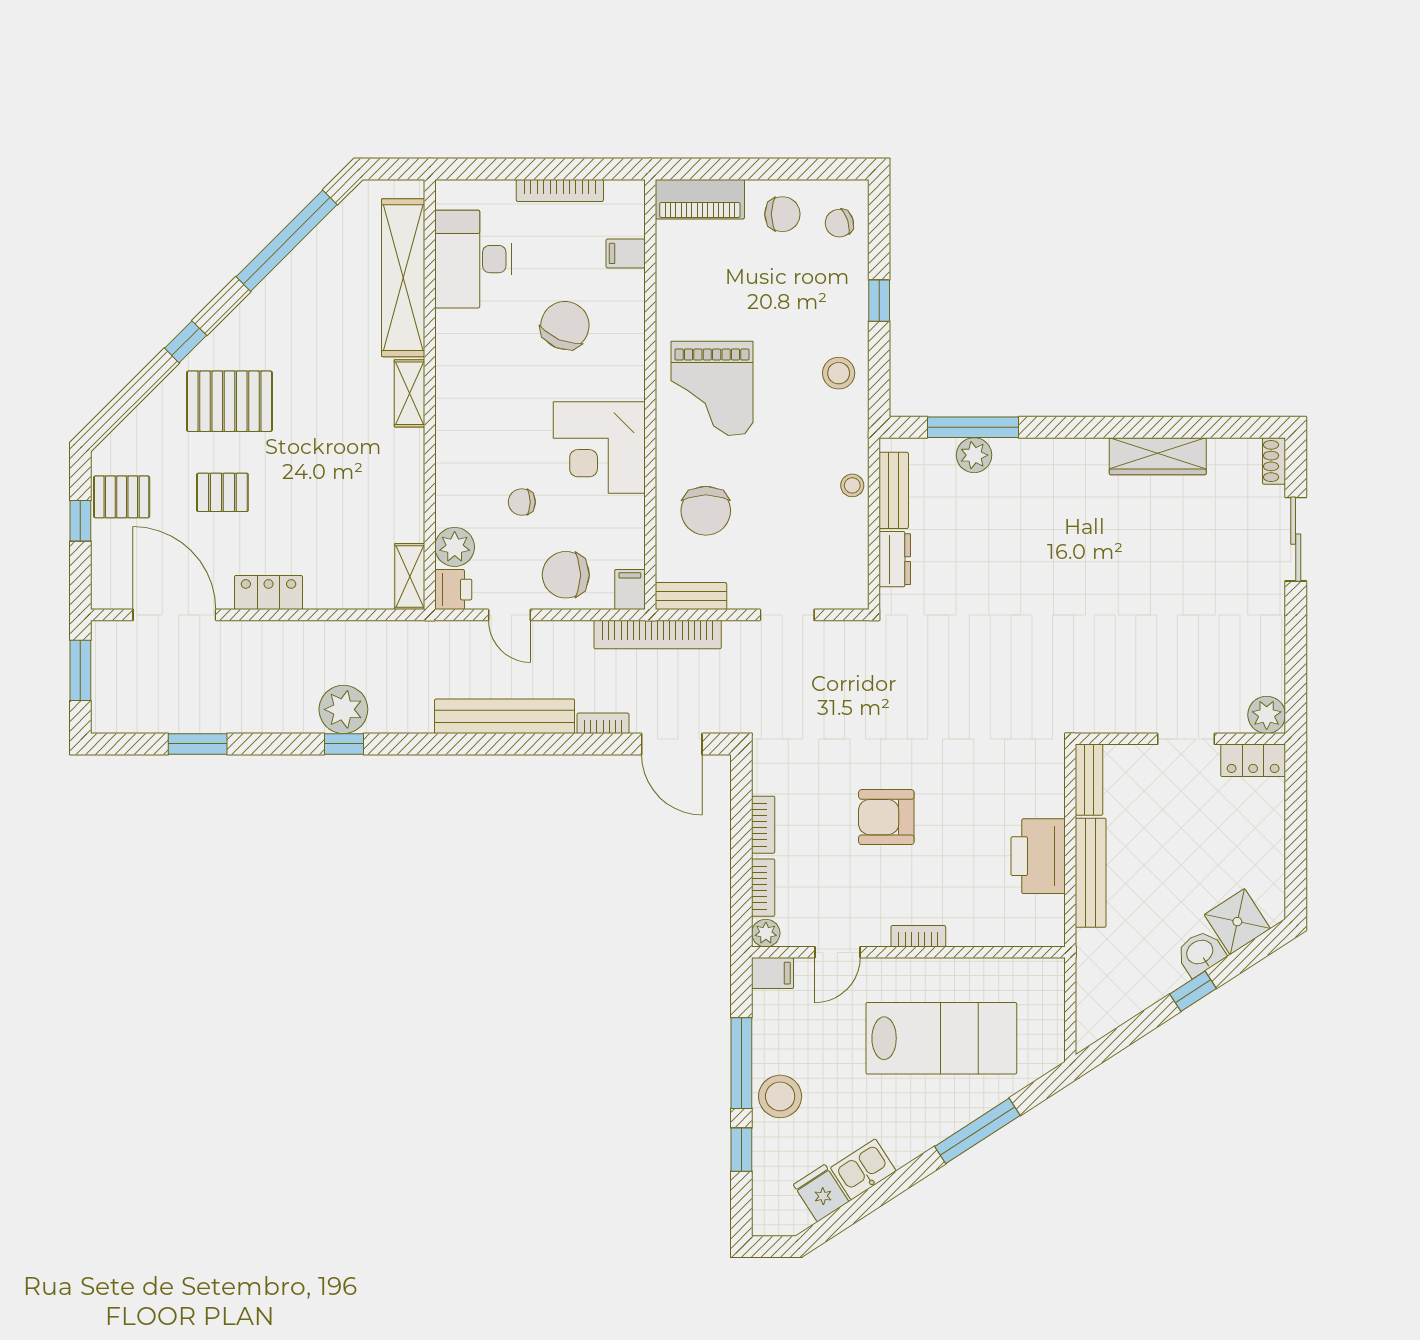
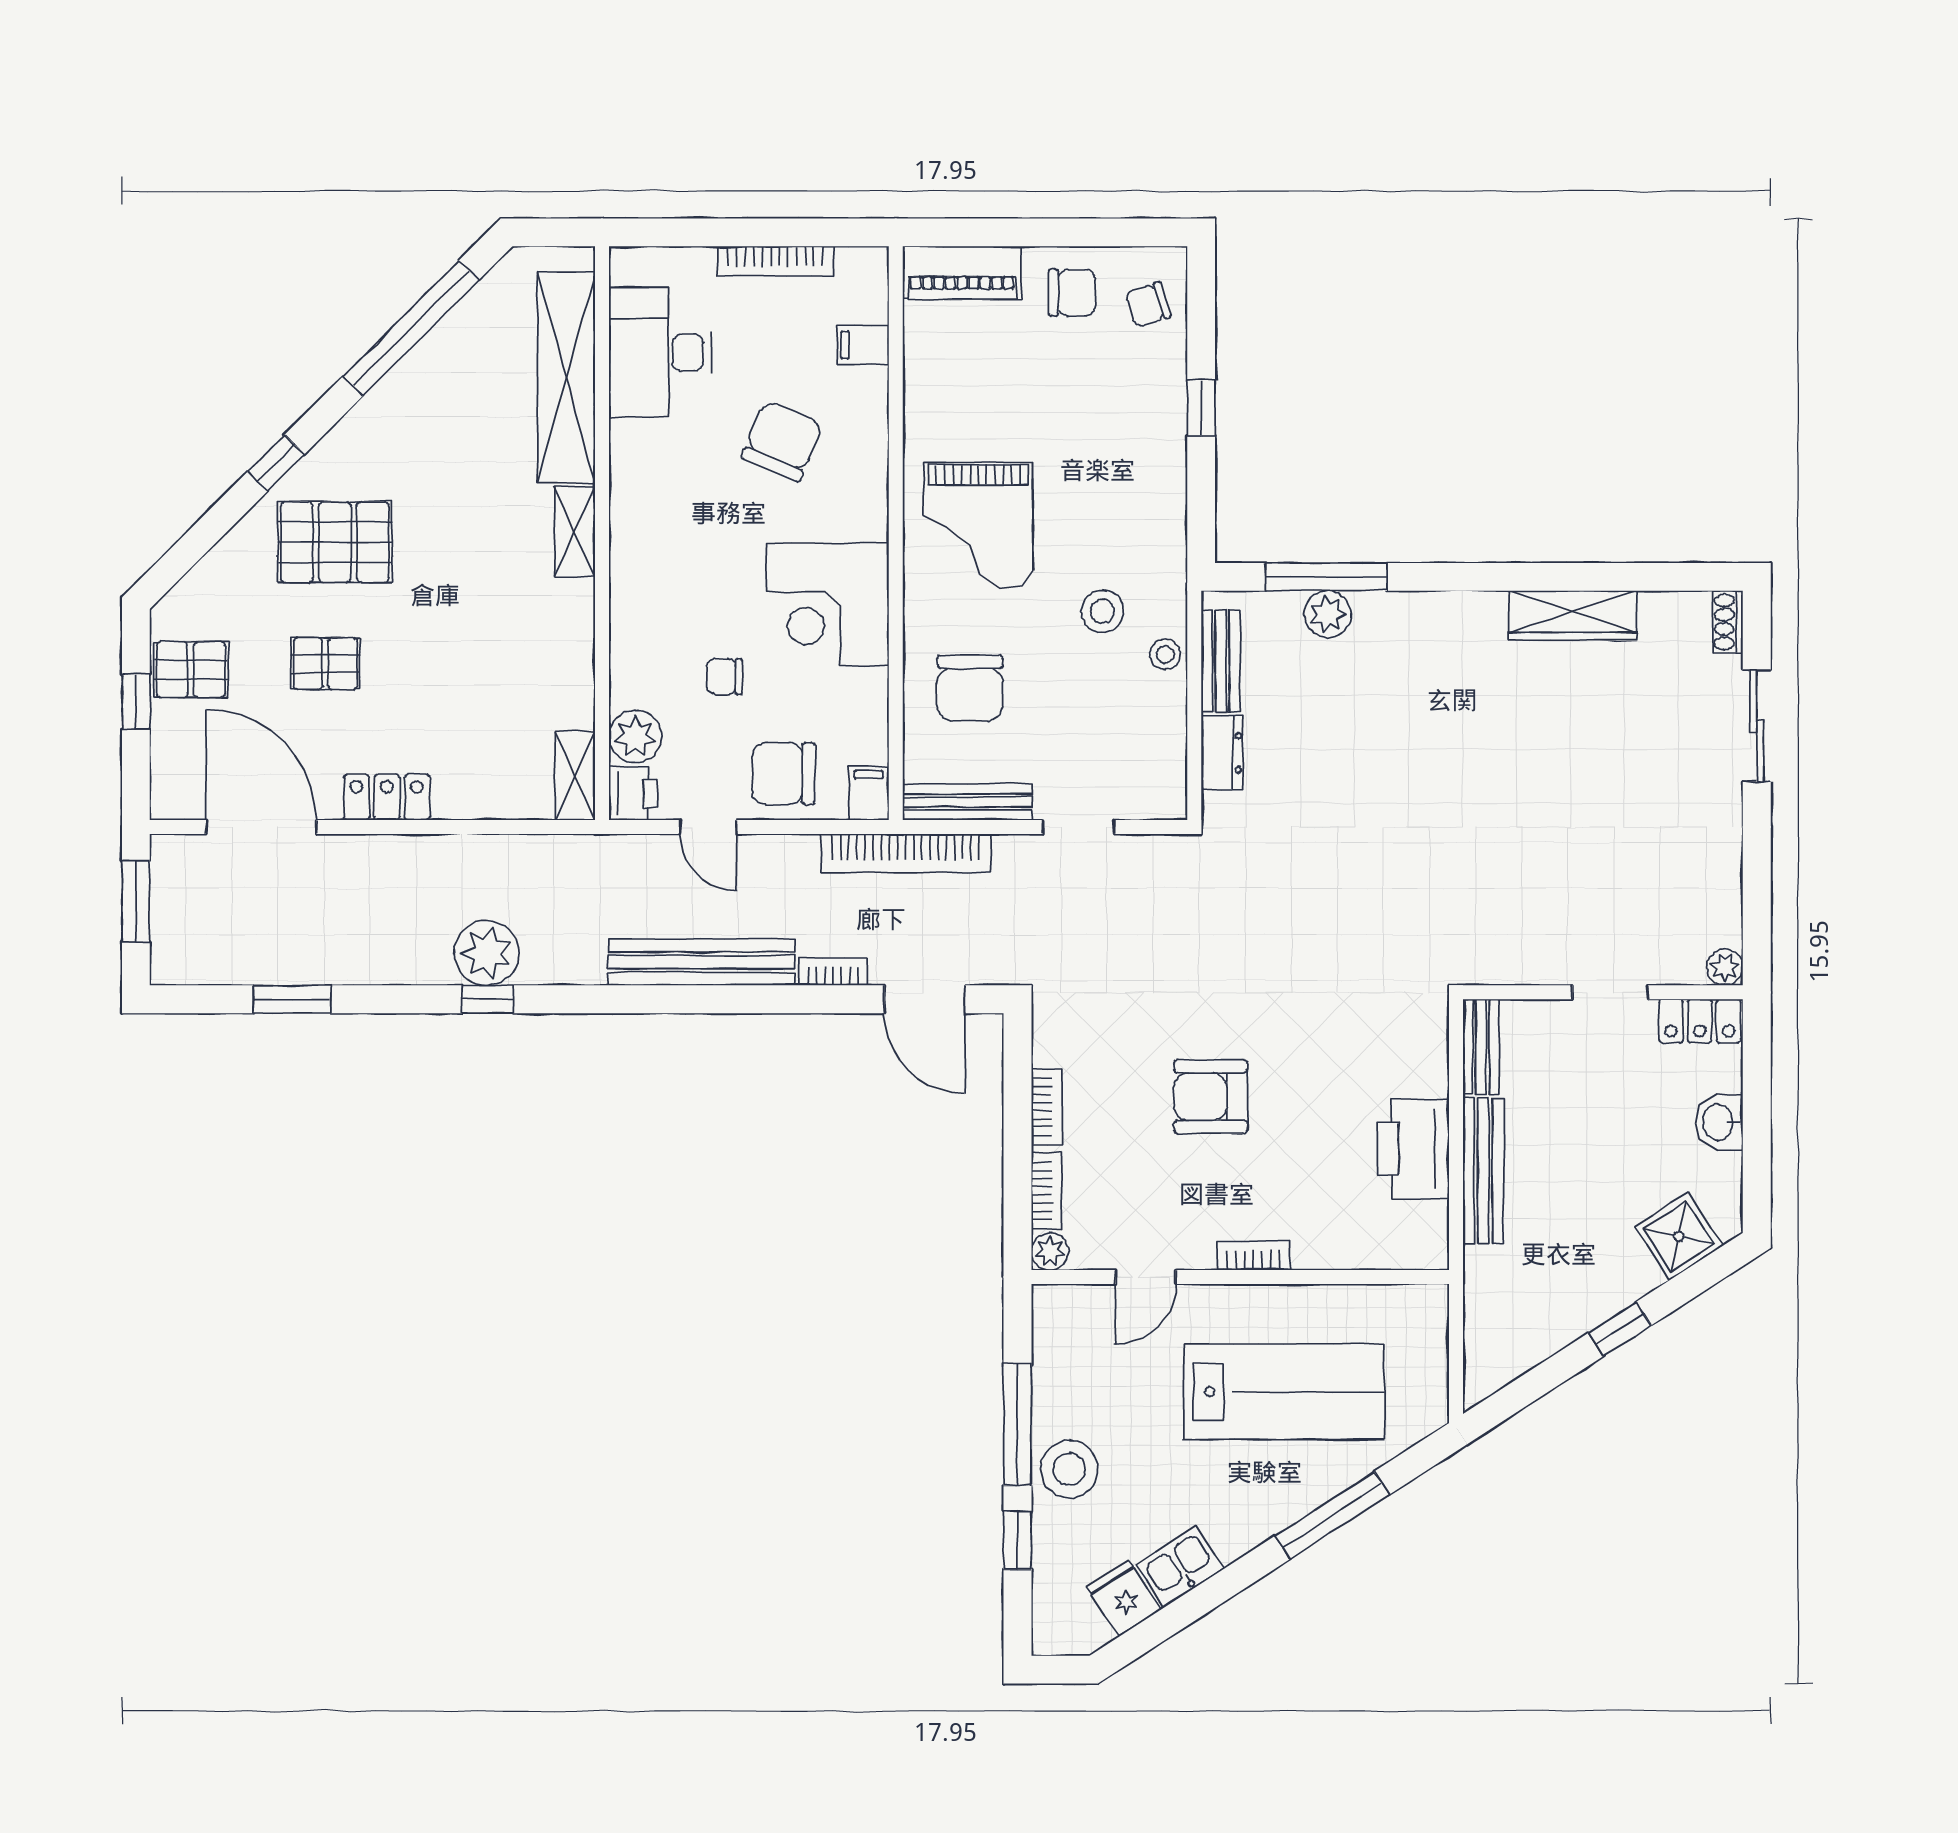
stool: (839, 373) -> (1102, 611), moved
bench: (691, 596) -> (967, 802), width x1.36
plant: (1267, 715) -> (1725, 967), width x0.73, depth x0.73
washbasin: (1200, 953) -> (1719, 1122), moved, turned -57
filing cabinet: (773, 973) -> (1059, 1305), removed

